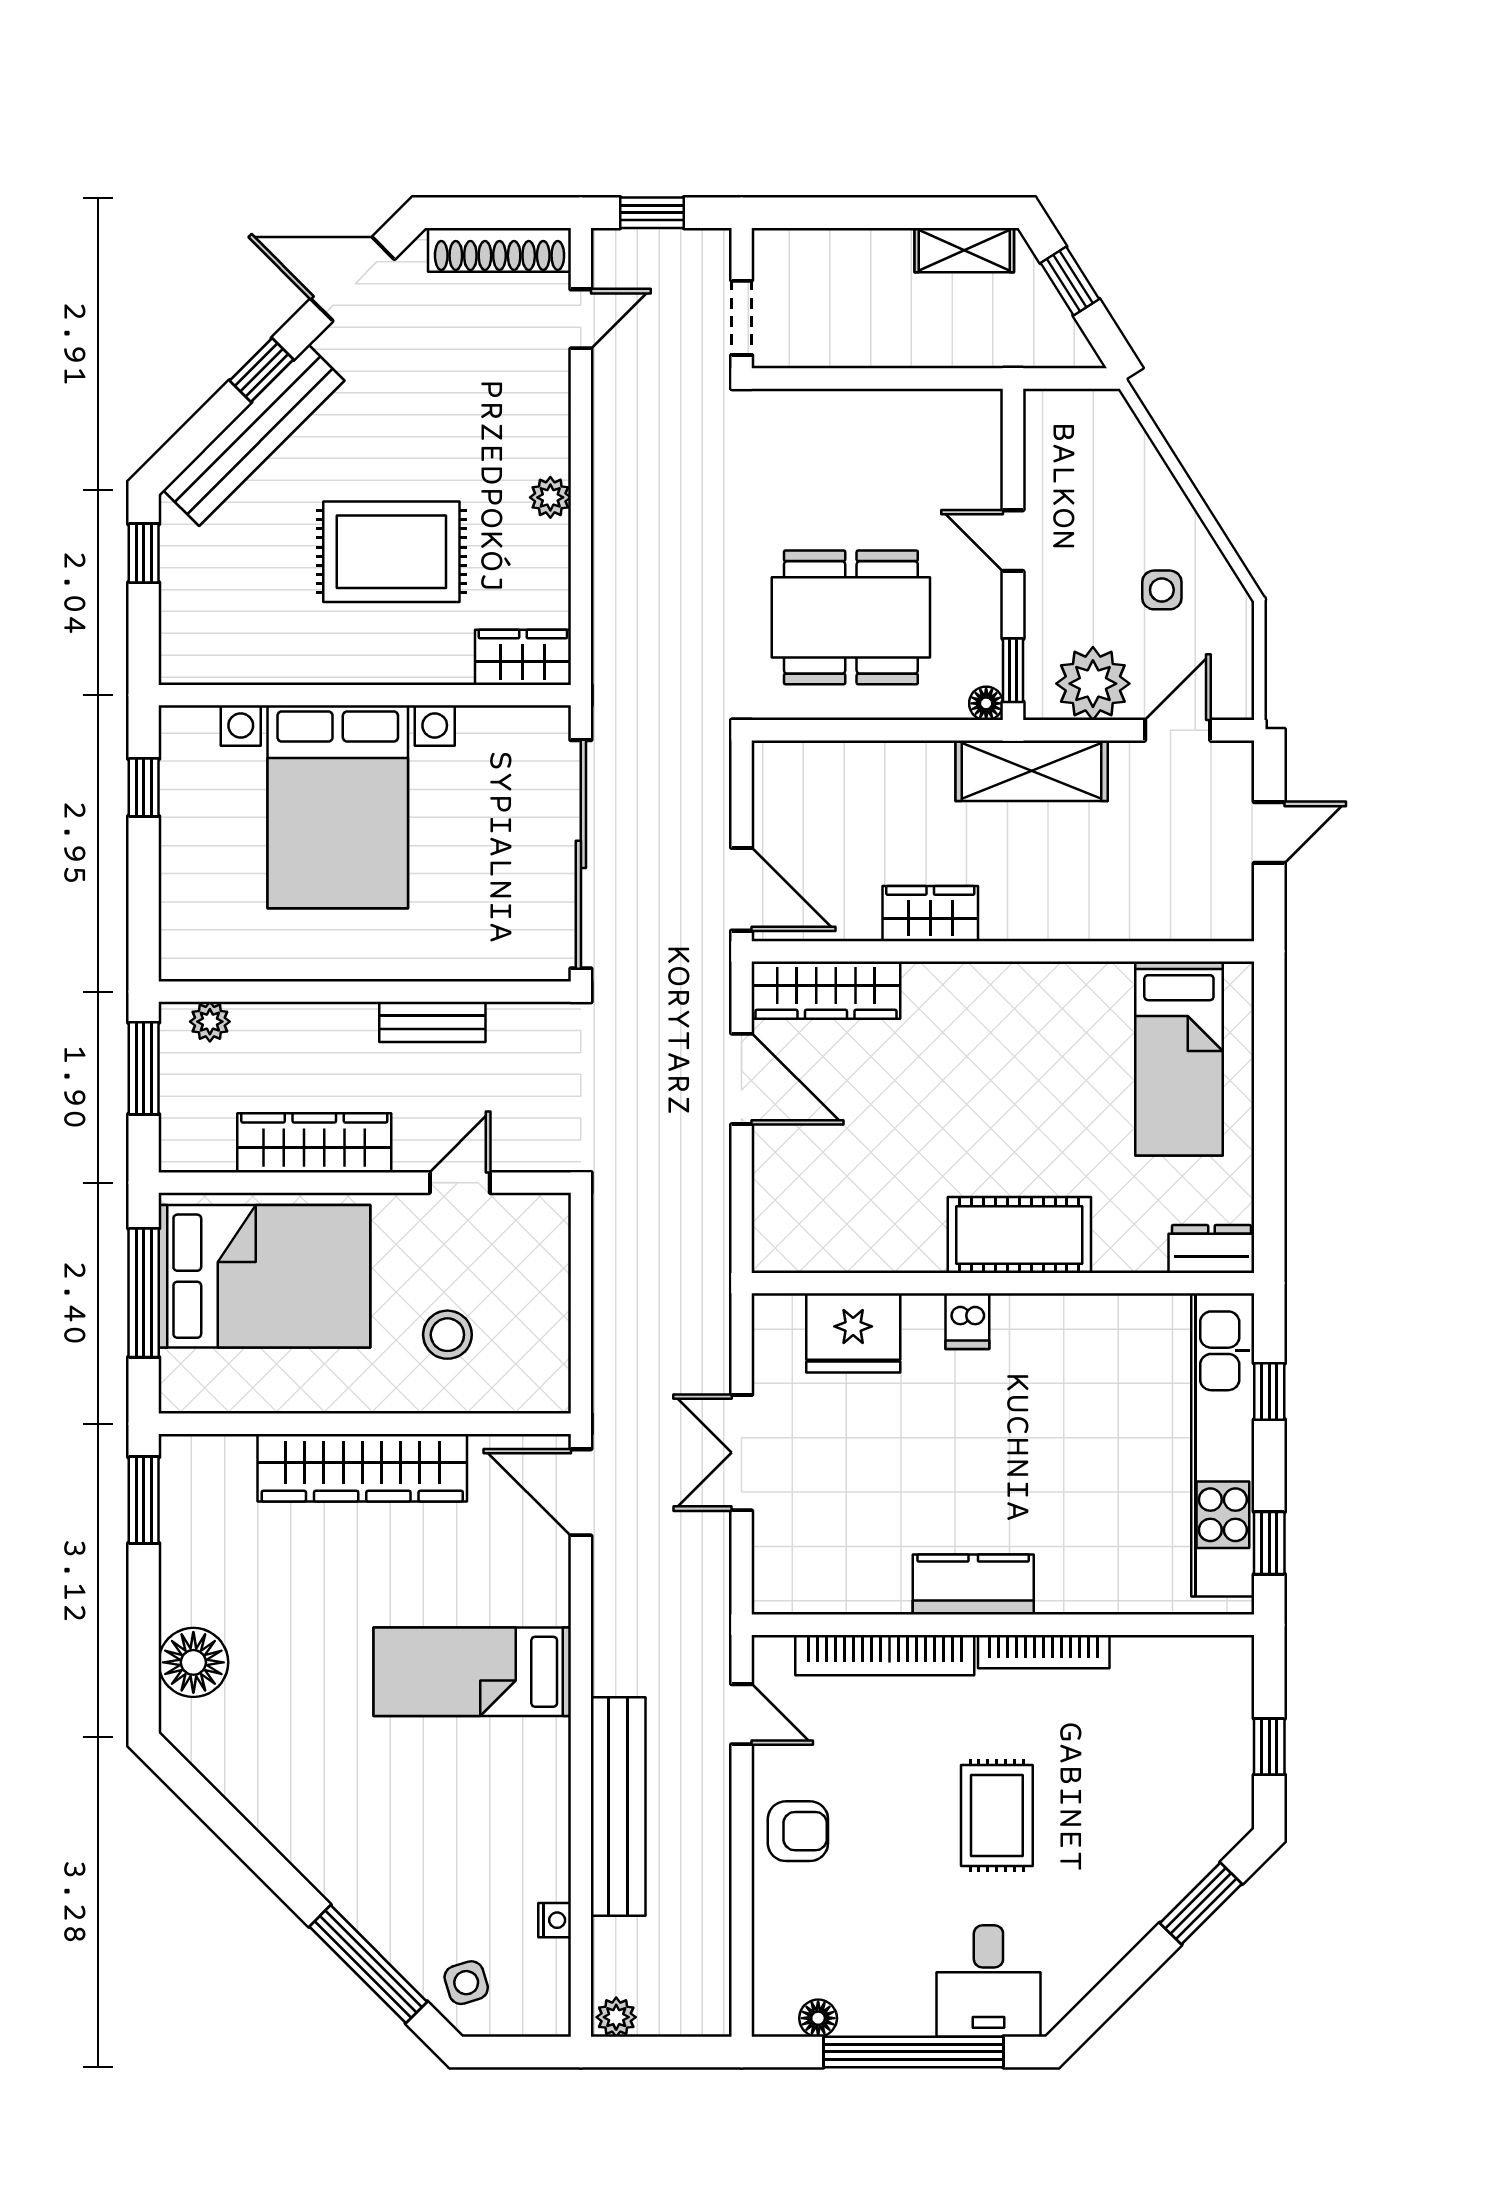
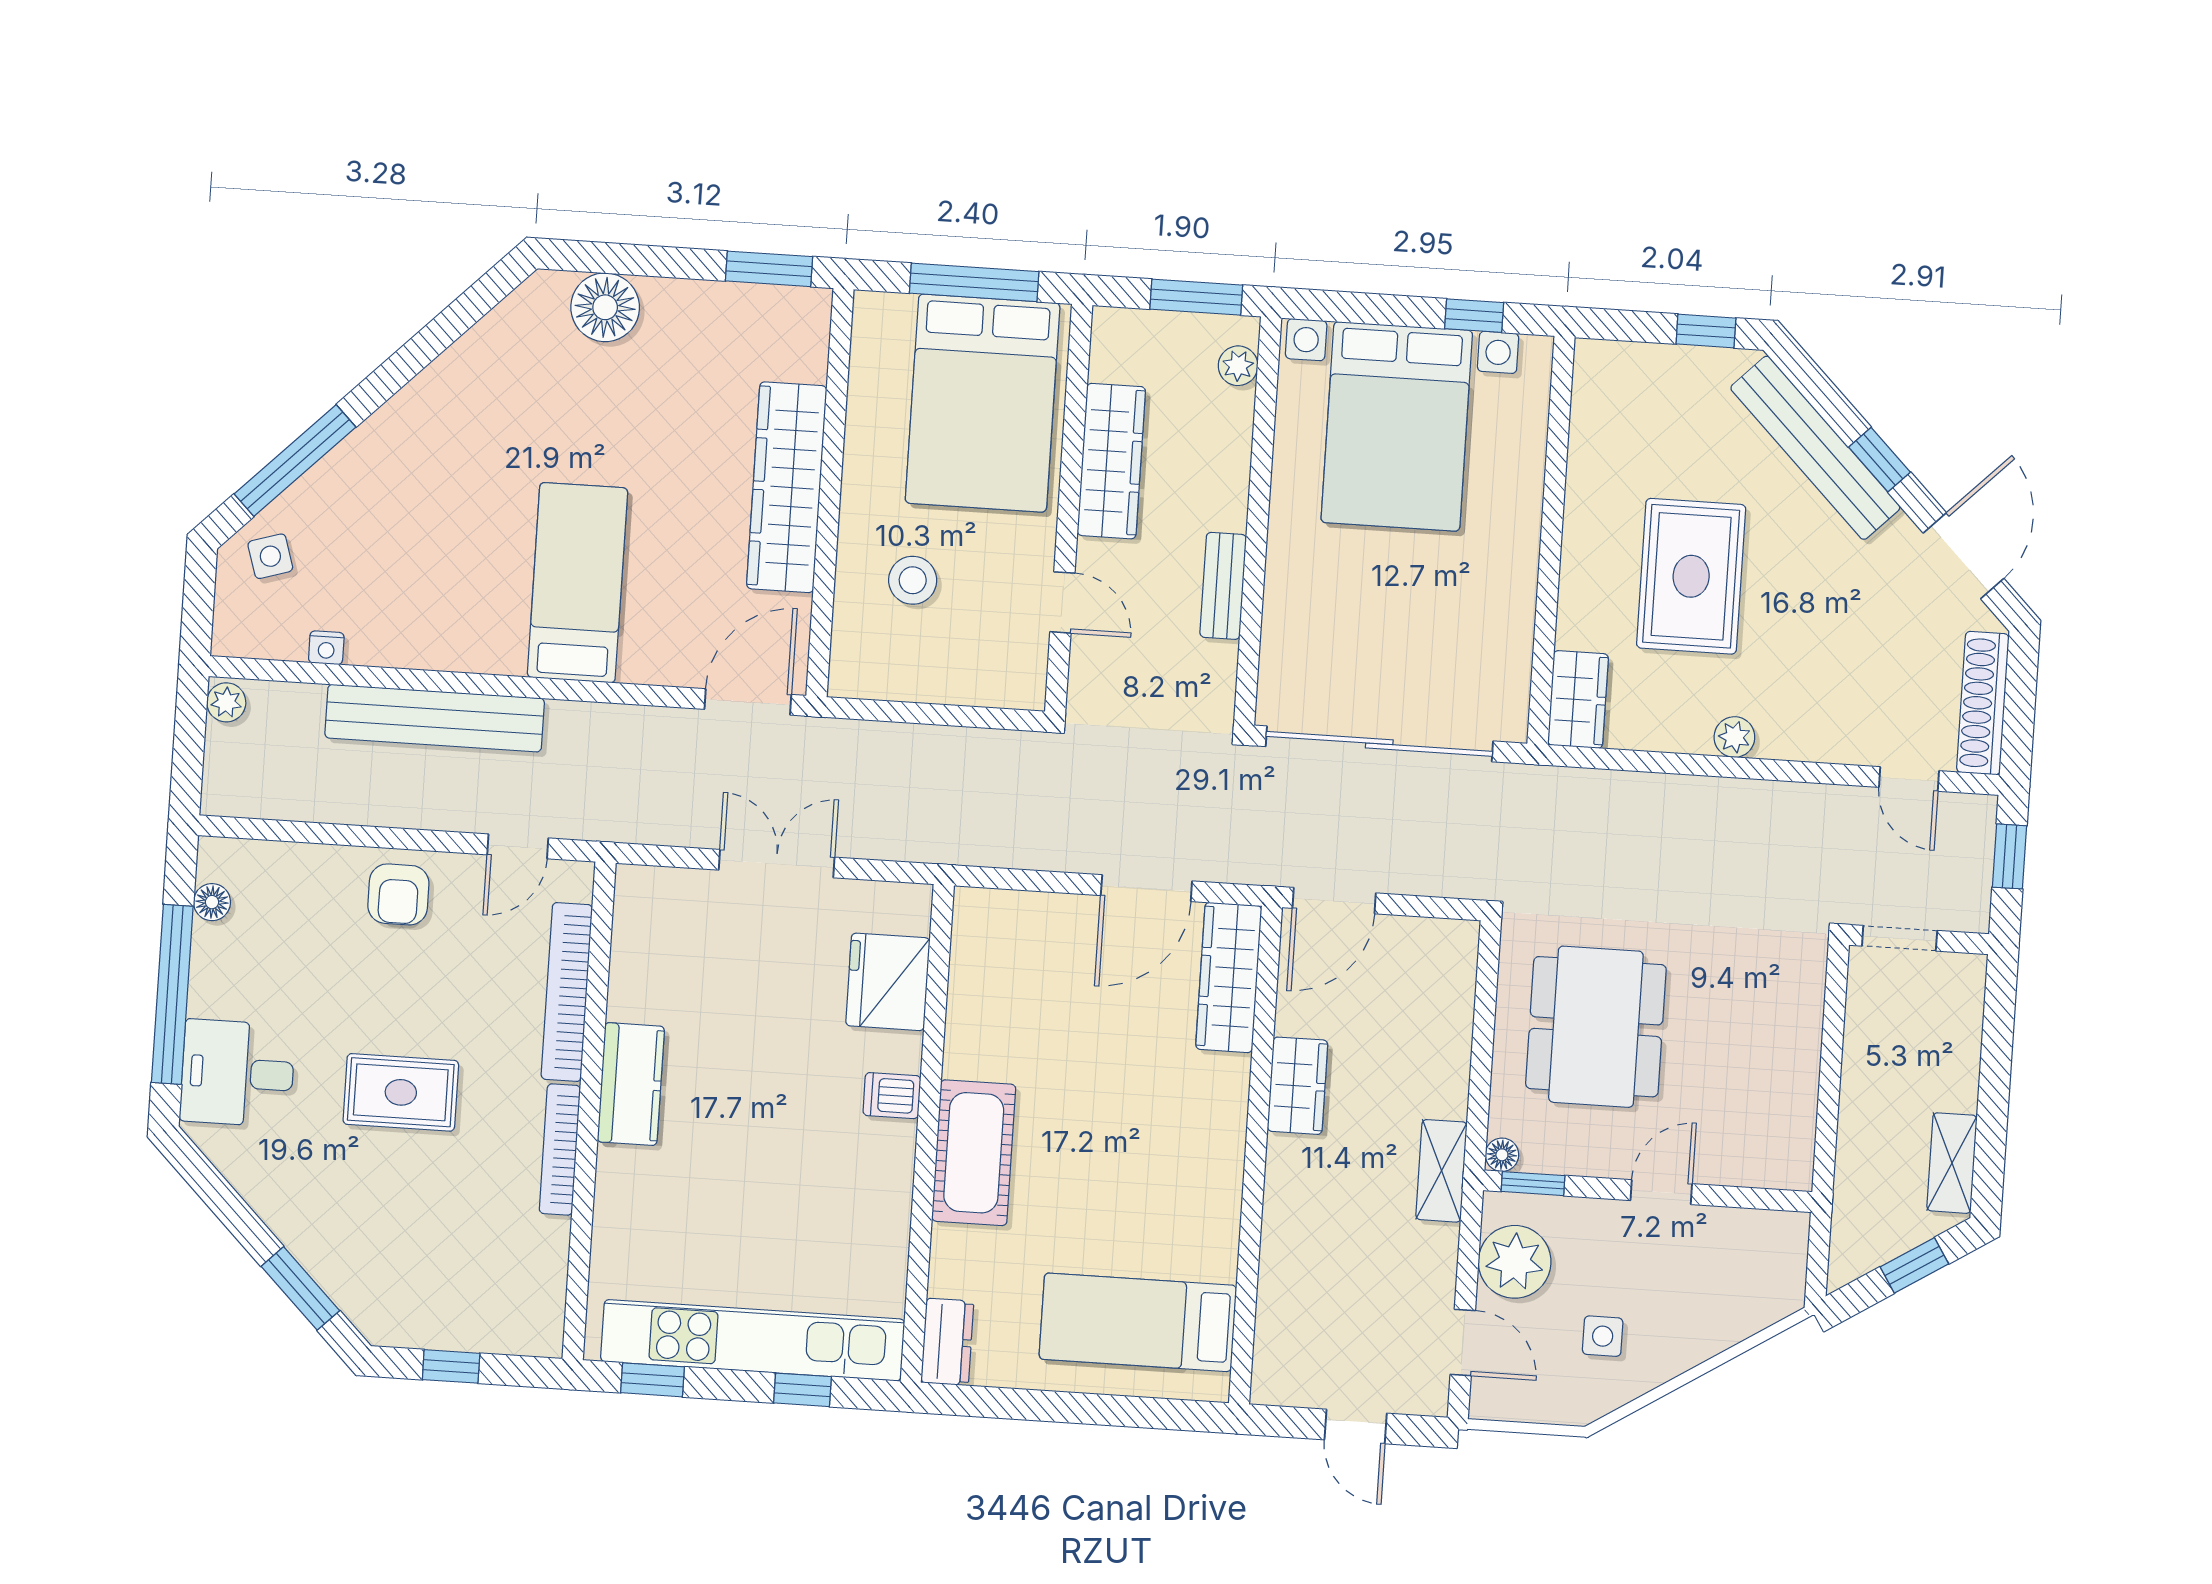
shelving: (1032, 771) -> (1442, 1171), width x0.67, depth x0.75
bed with nightstands: (338, 807) -> (1397, 426), moved, turned -90

